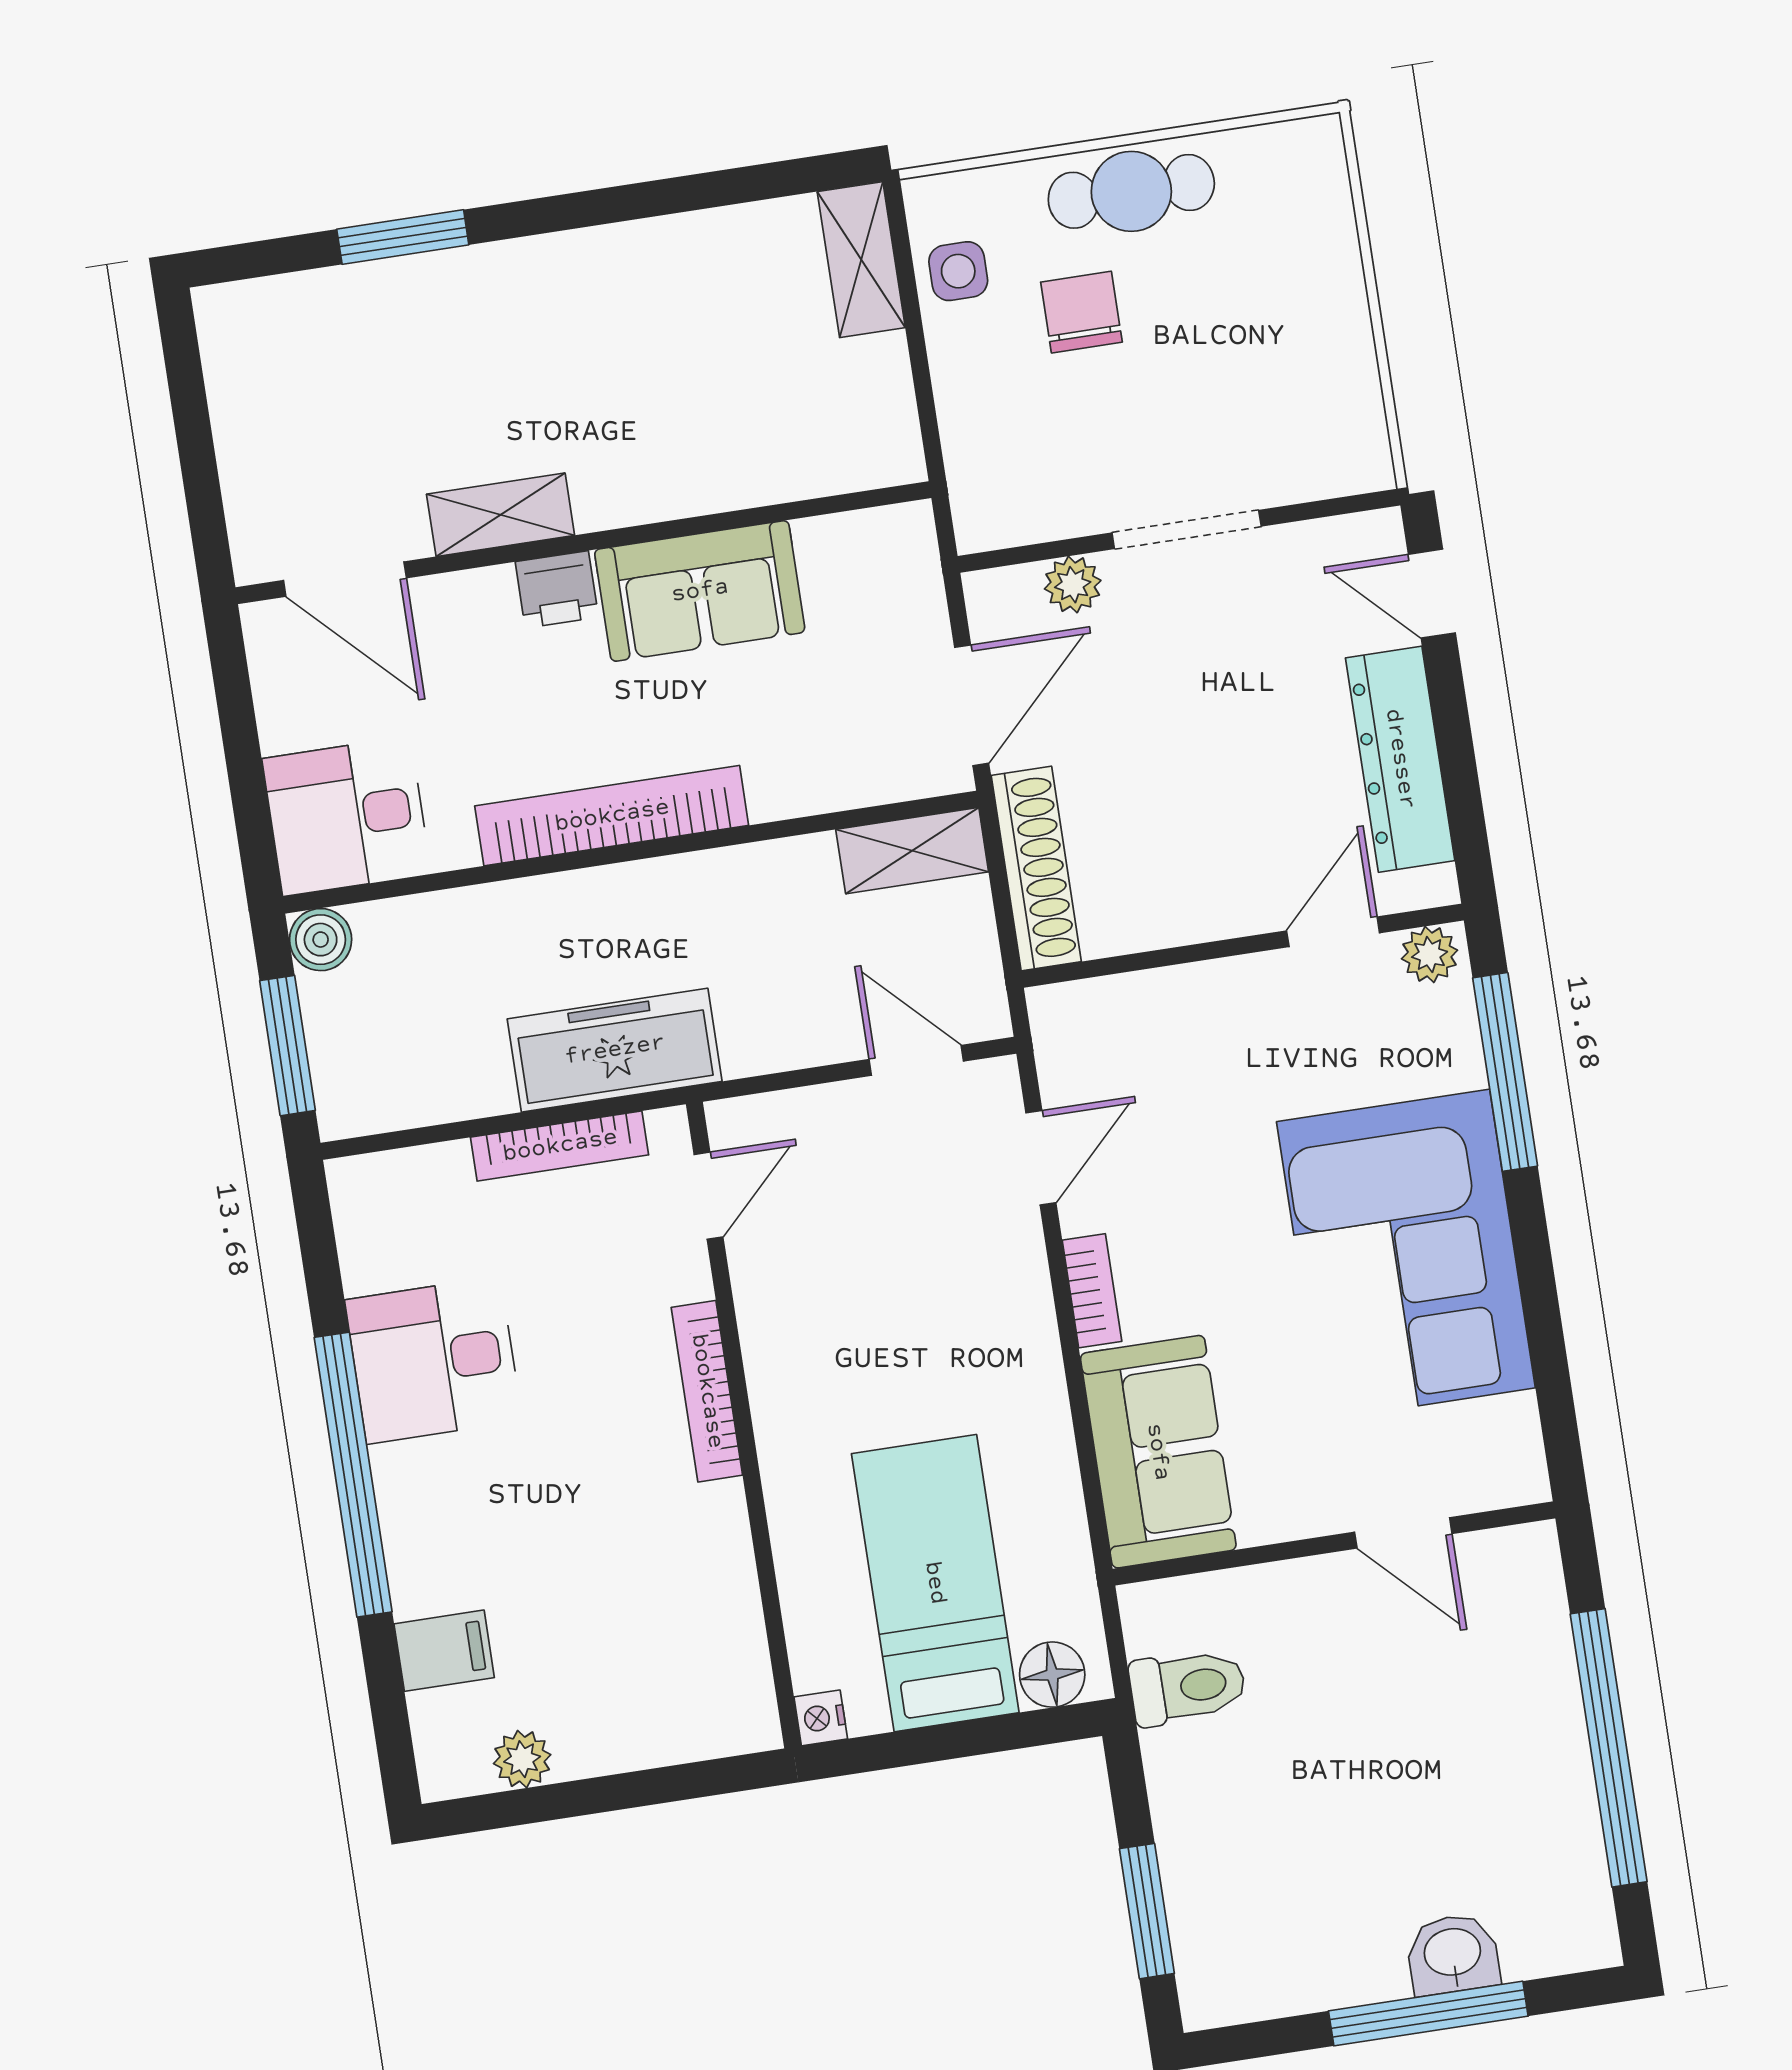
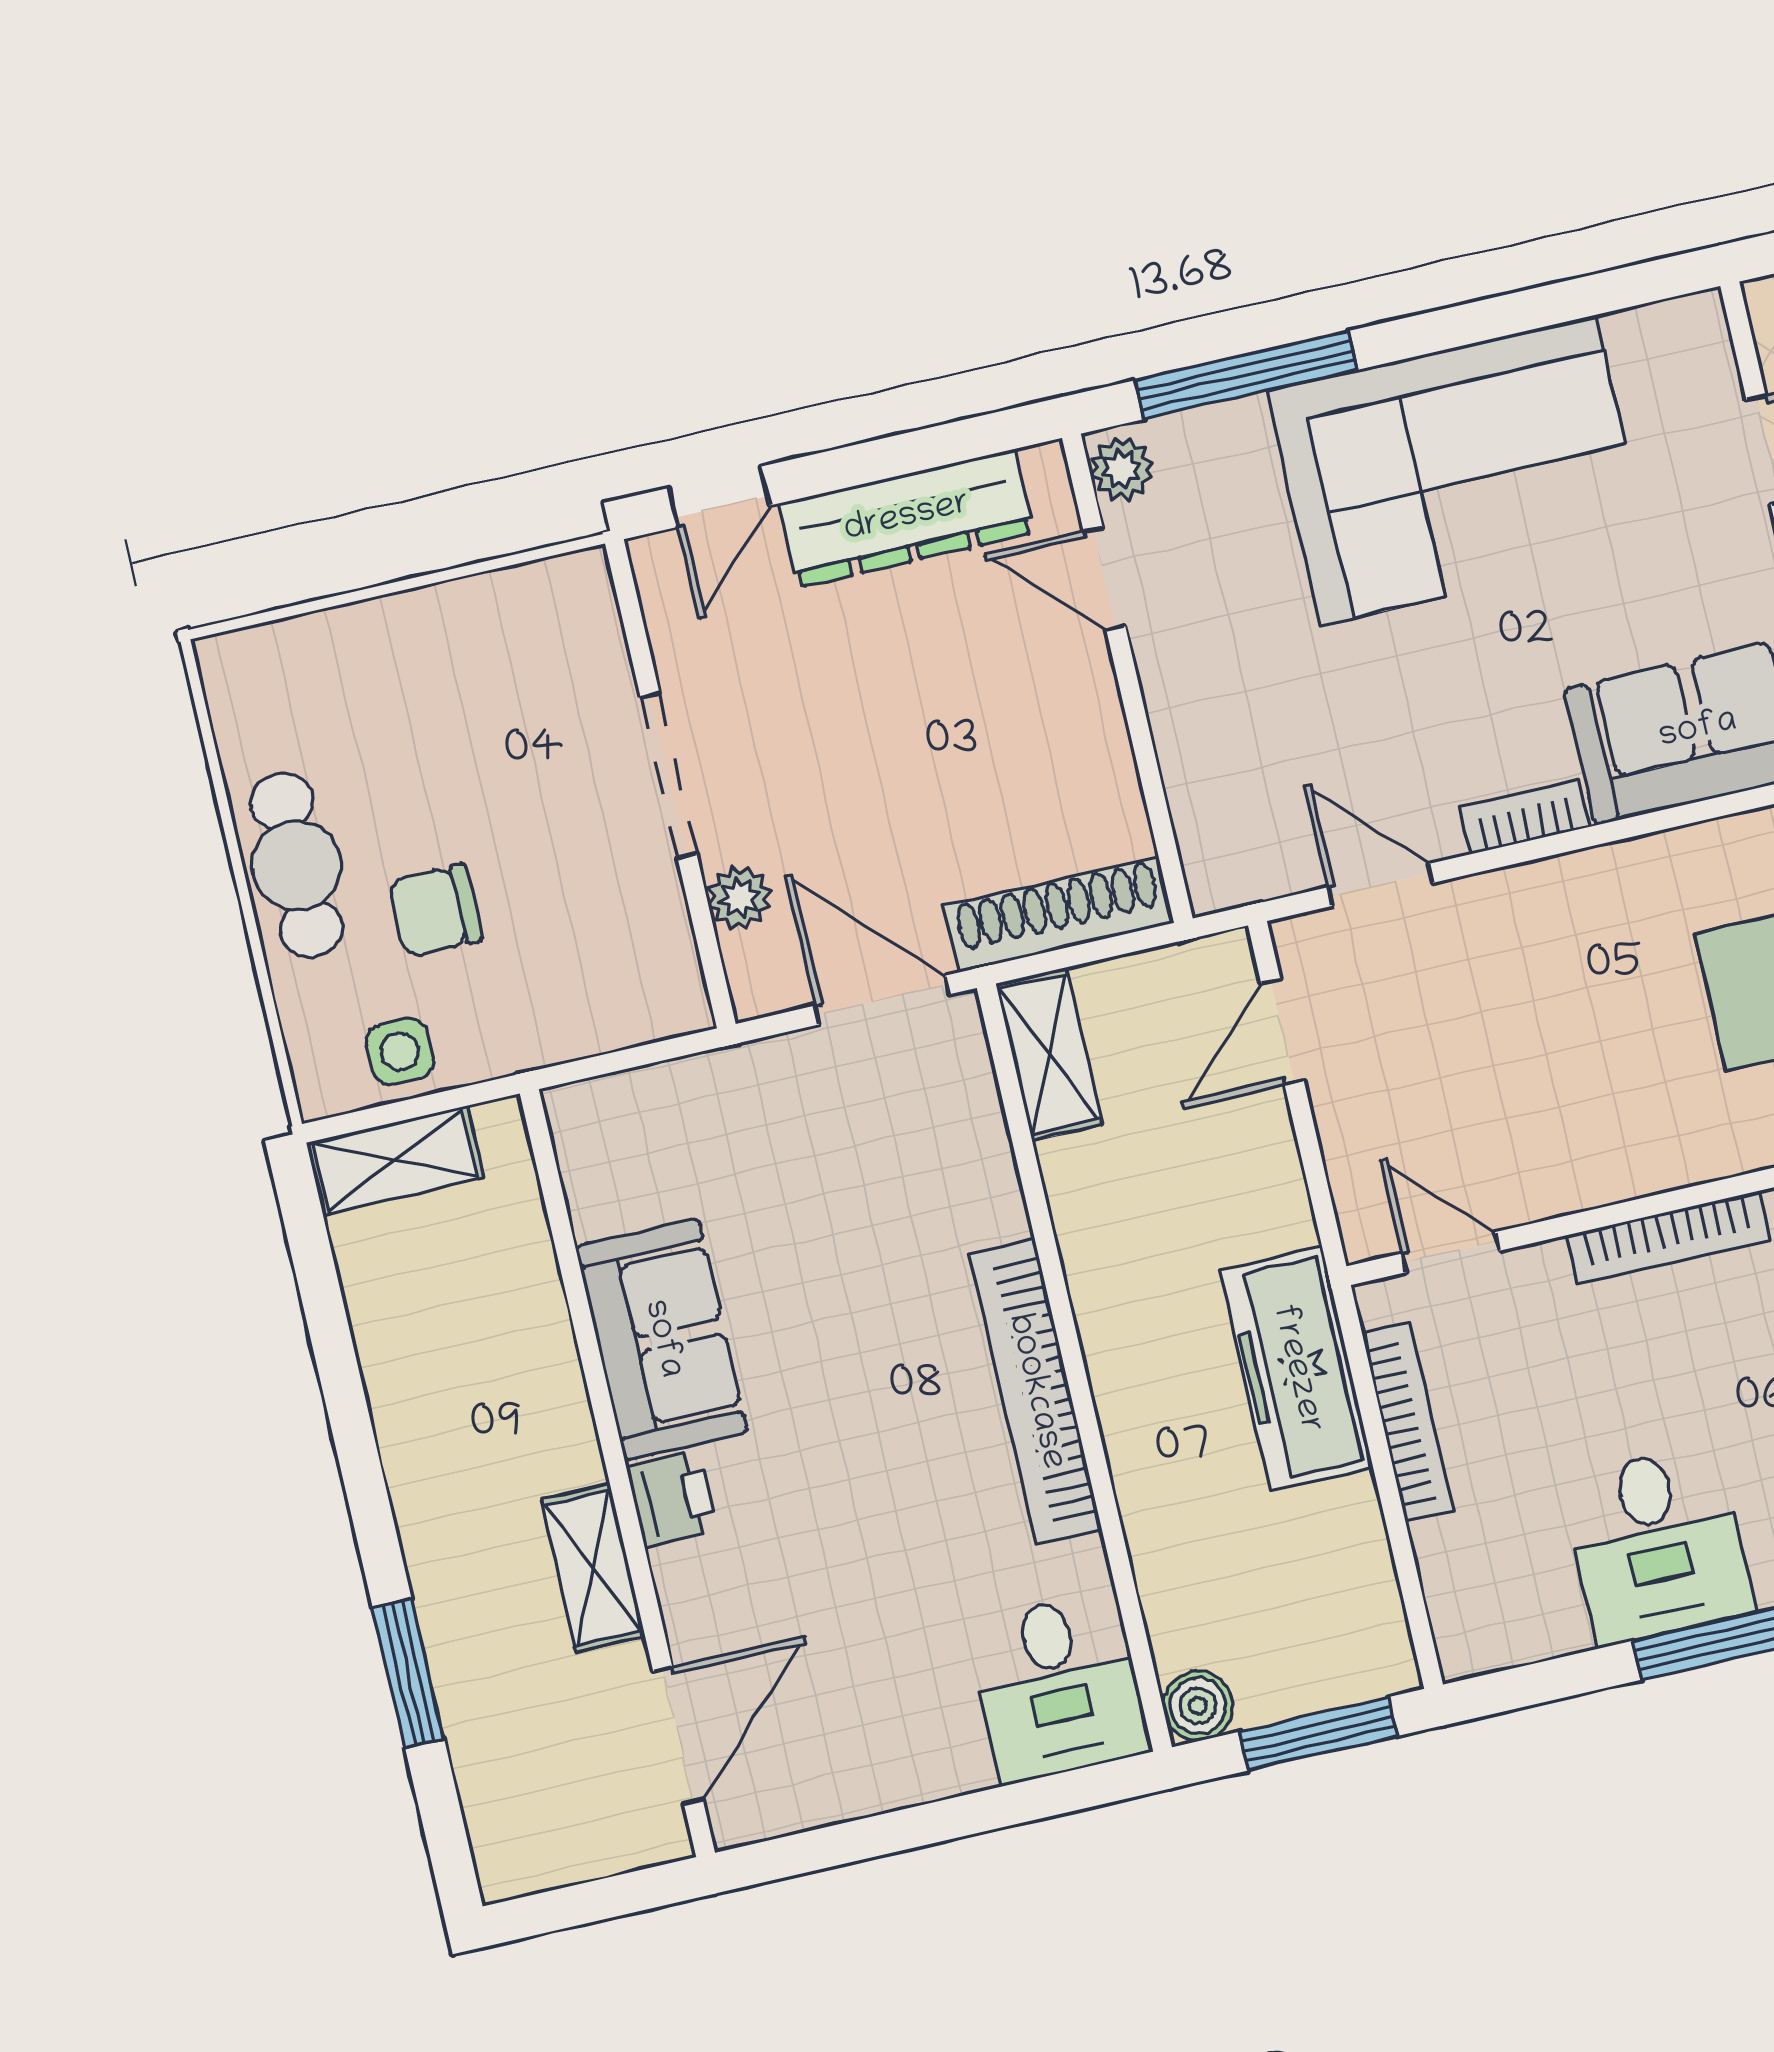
shelving: (501, 515) -> (593, 1568), moved
wall: (583, 543) -> (617, 1473), moved
door: (345, 579) -> (678, 1736), moved
printer: (557, 589) -> (672, 1499), moved
sofa: (700, 591) -> (662, 1339), moved

